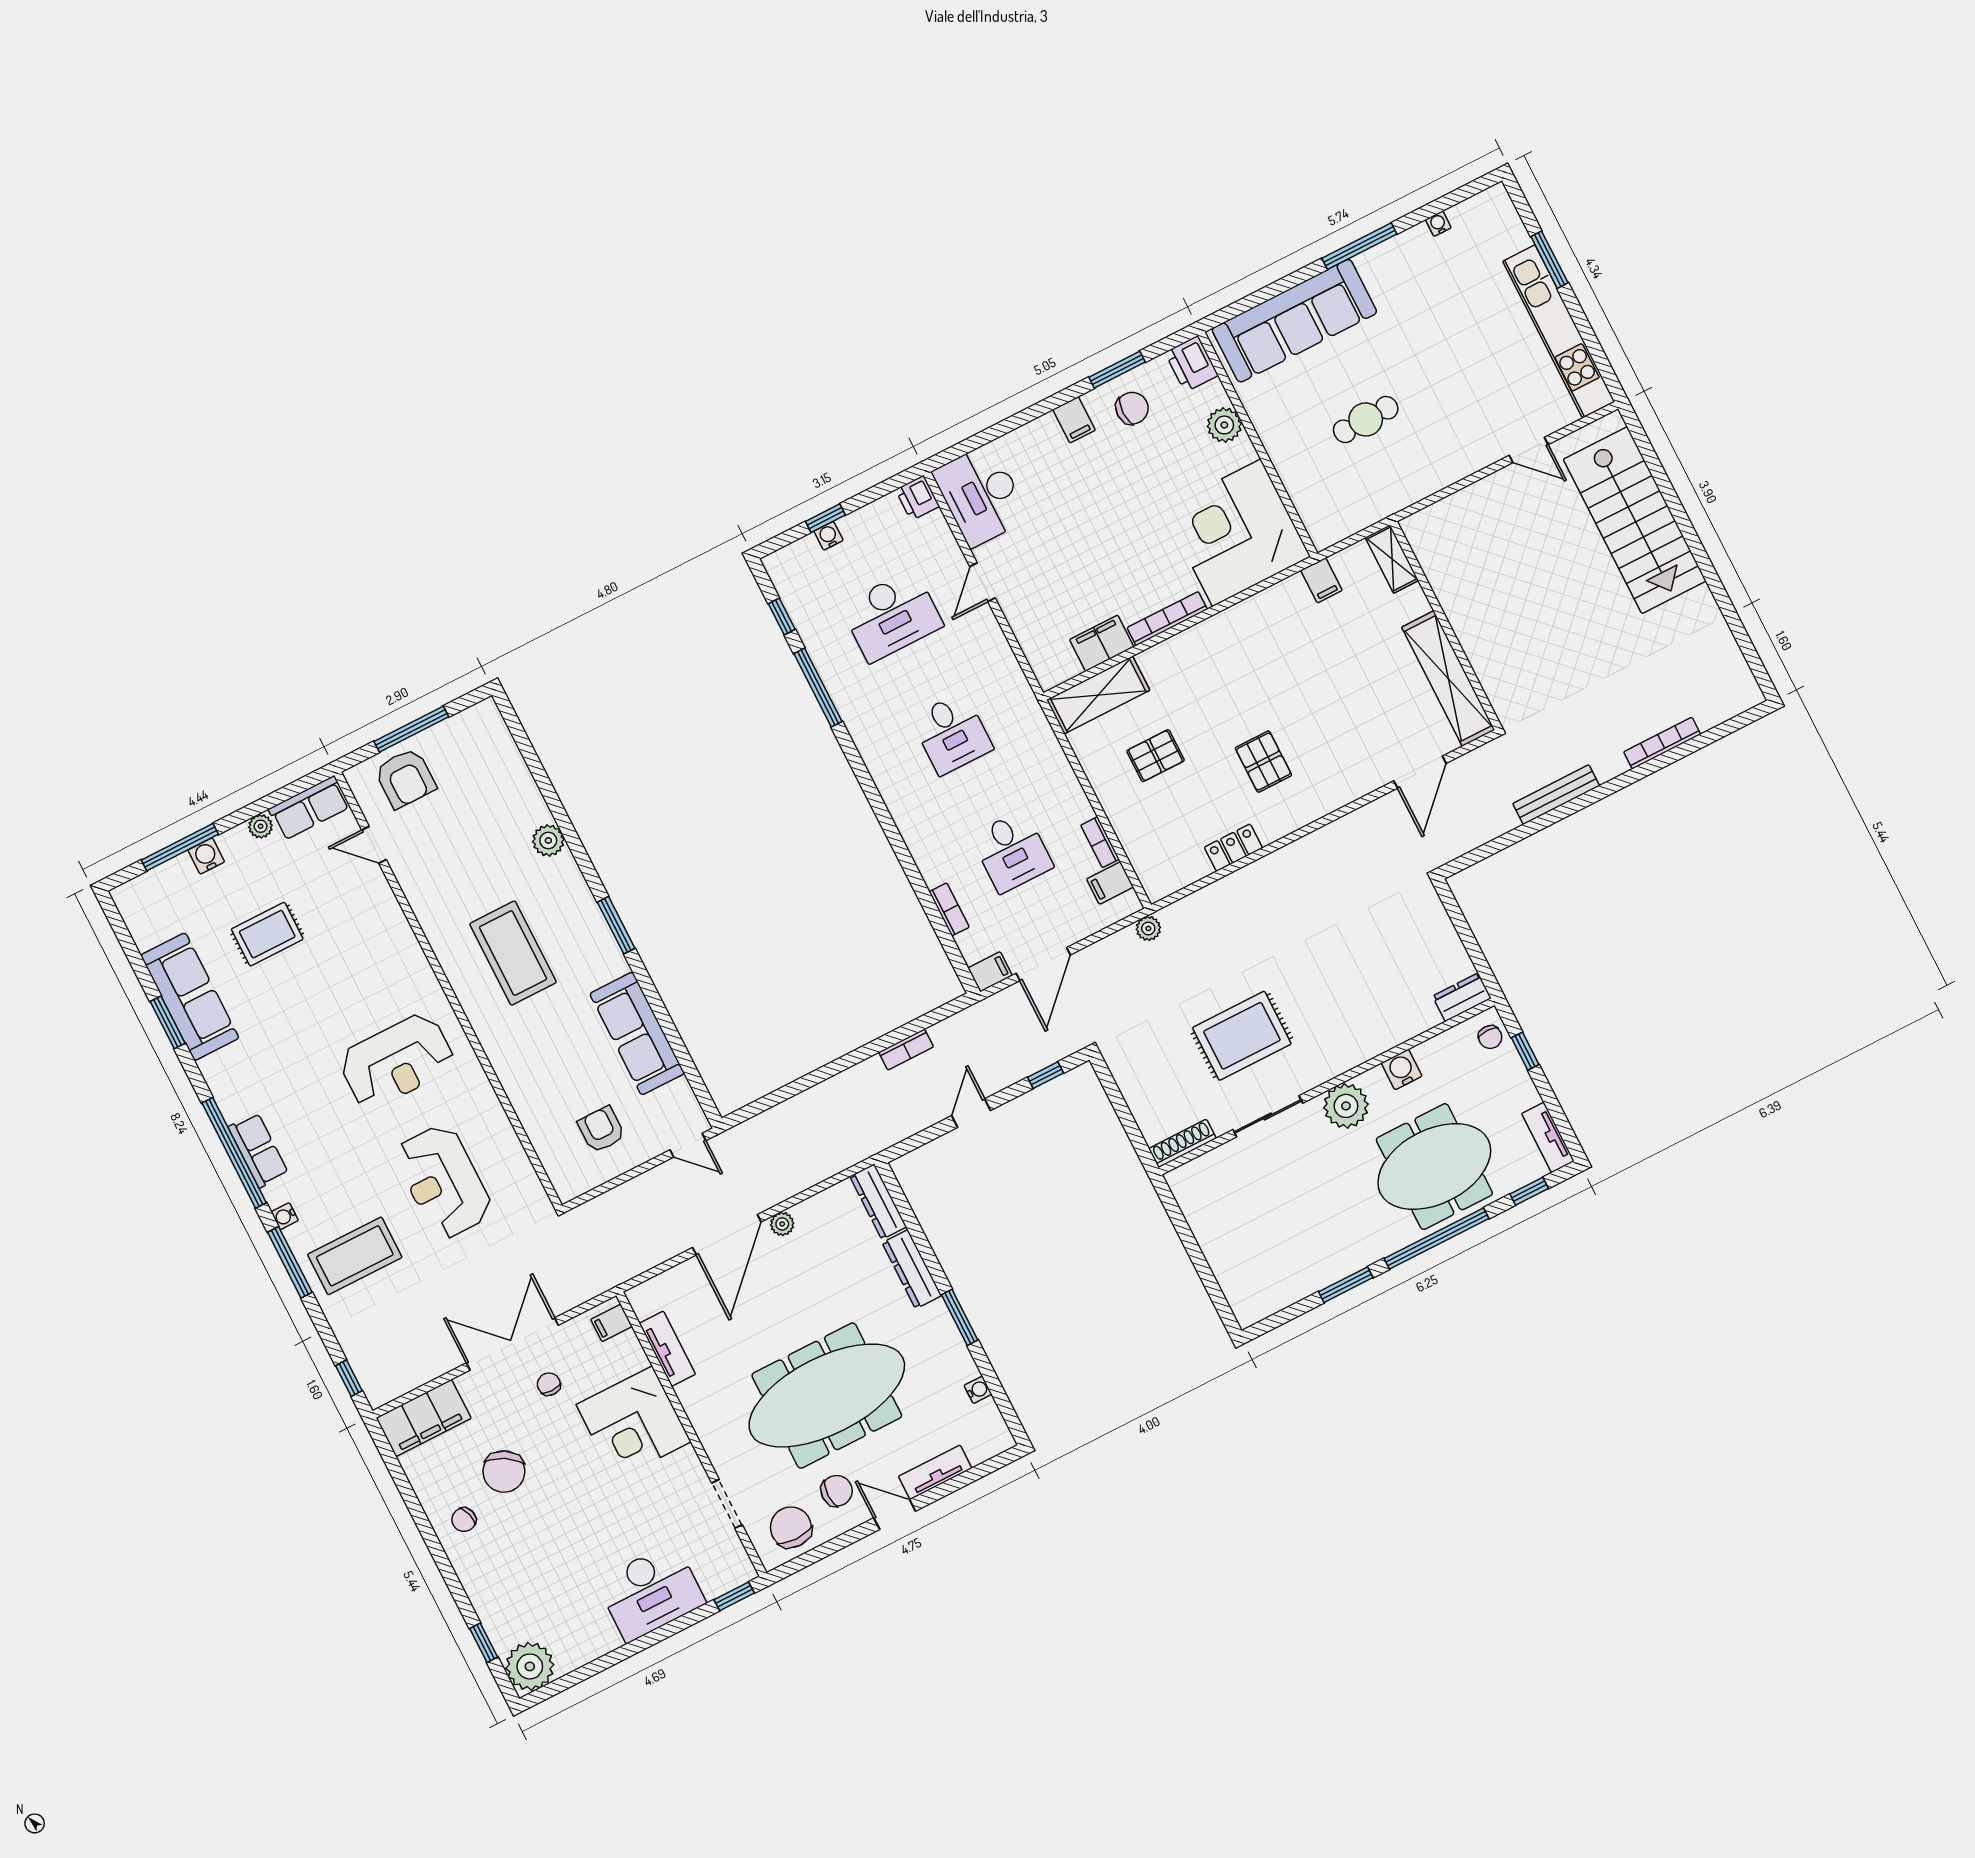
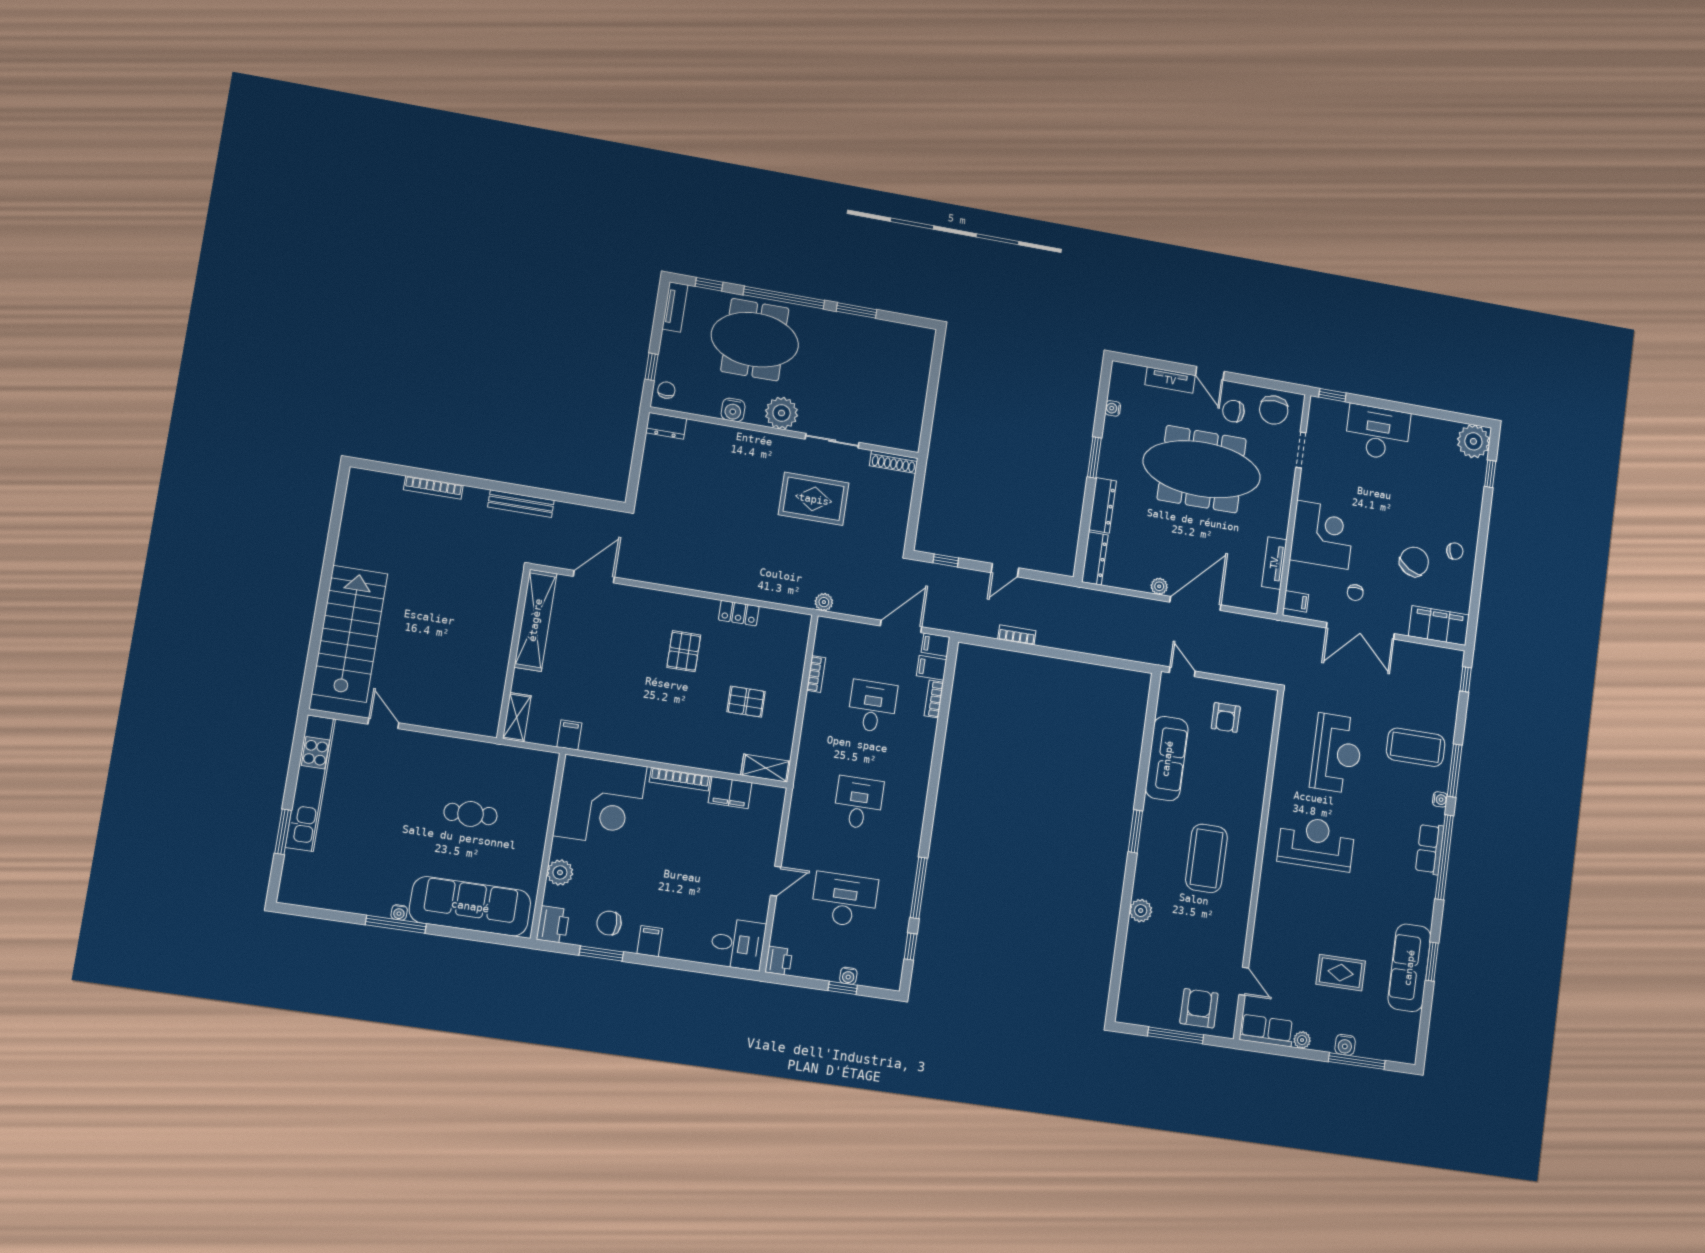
water cooler: (1438, 224) -> (399, 912), moved
desk: (981, 495) -> (738, 944), width x0.73
shelving: (1098, 695) -> (766, 768), width x0.67, depth x0.75
filing cabinet: (1110, 883) -> (932, 668), moved, turned 180

